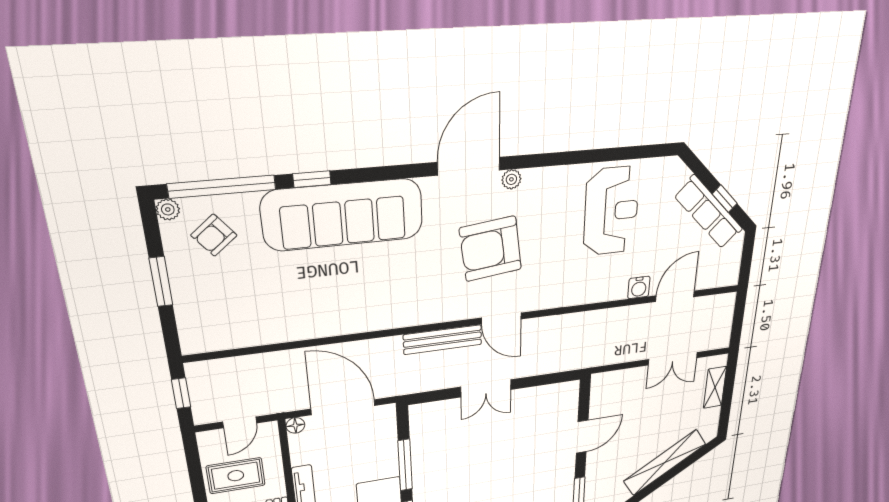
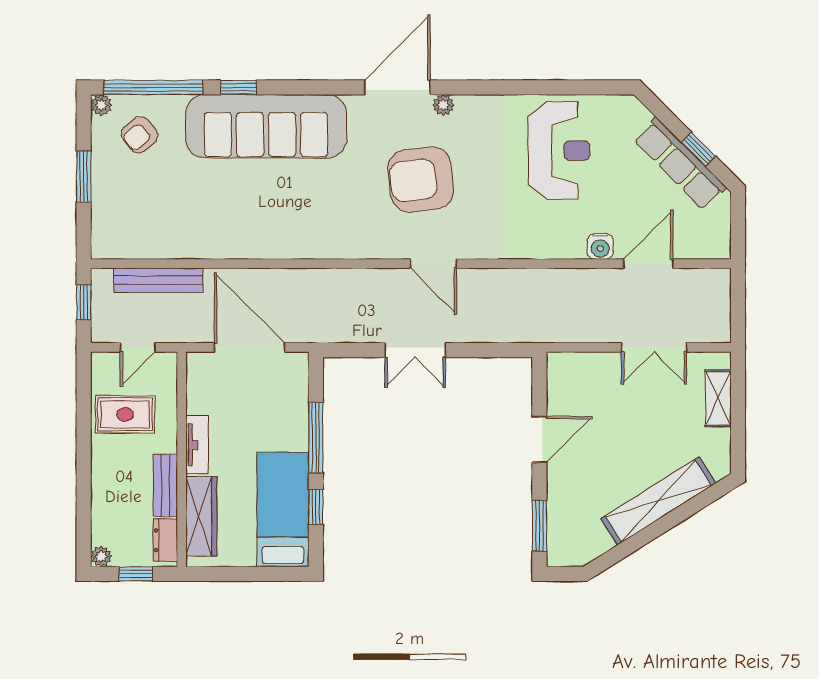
bench: (443, 340) -> (158, 280), moved
floor lamp: (295, 425) -> (196, 362), removed

